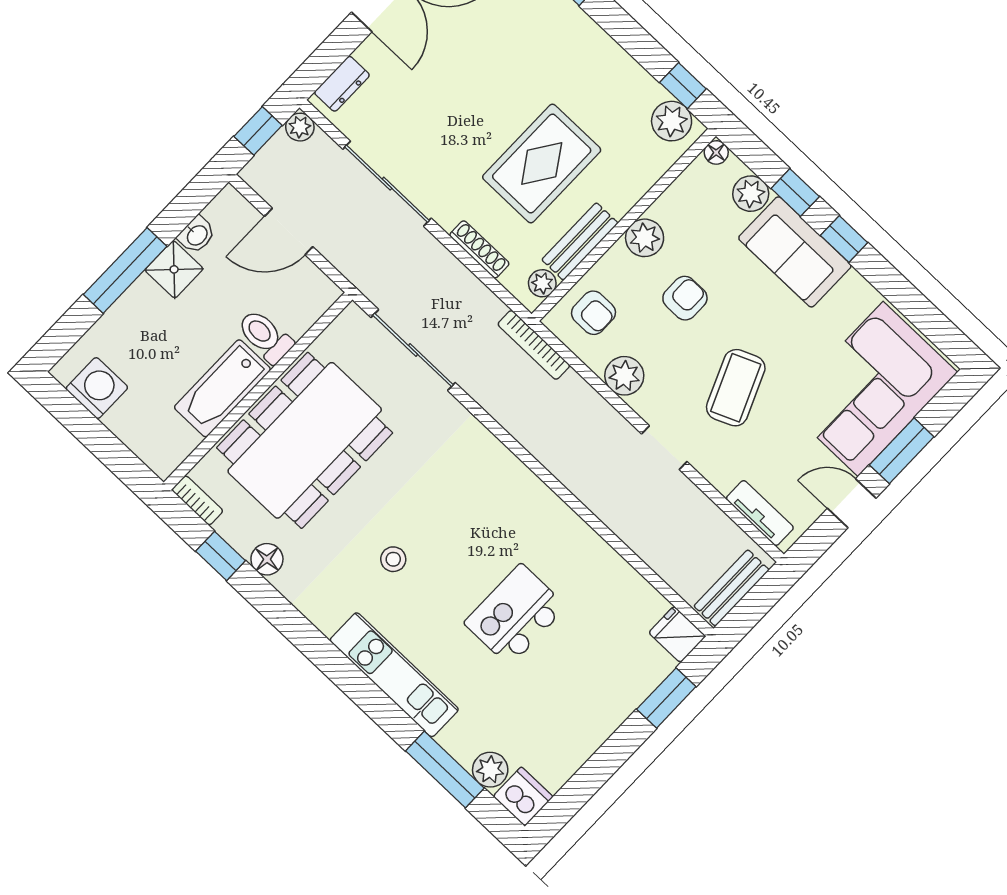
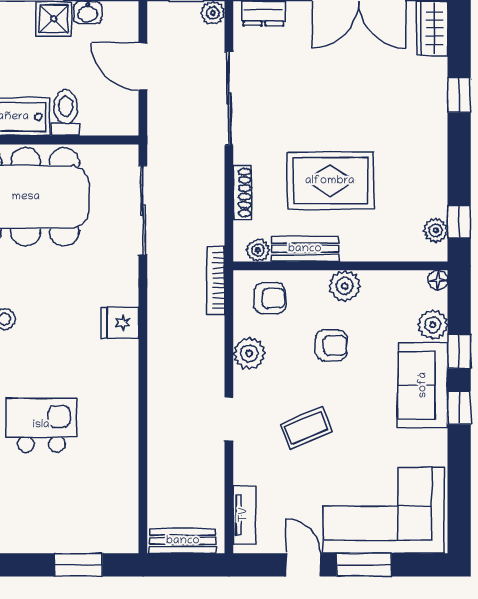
plant: (672, 121) -> (436, 230), width x0.73, depth x0.73
armchair: (593, 313) -> (270, 298), turned -90
coffee table: (736, 388) -> (306, 428), width x0.73, depth x0.77
fridge: (677, 634) -> (120, 323), moved, turned -90

